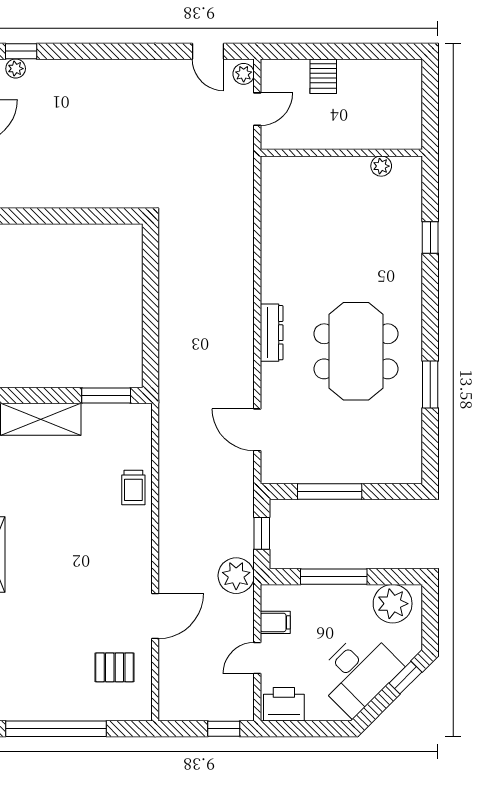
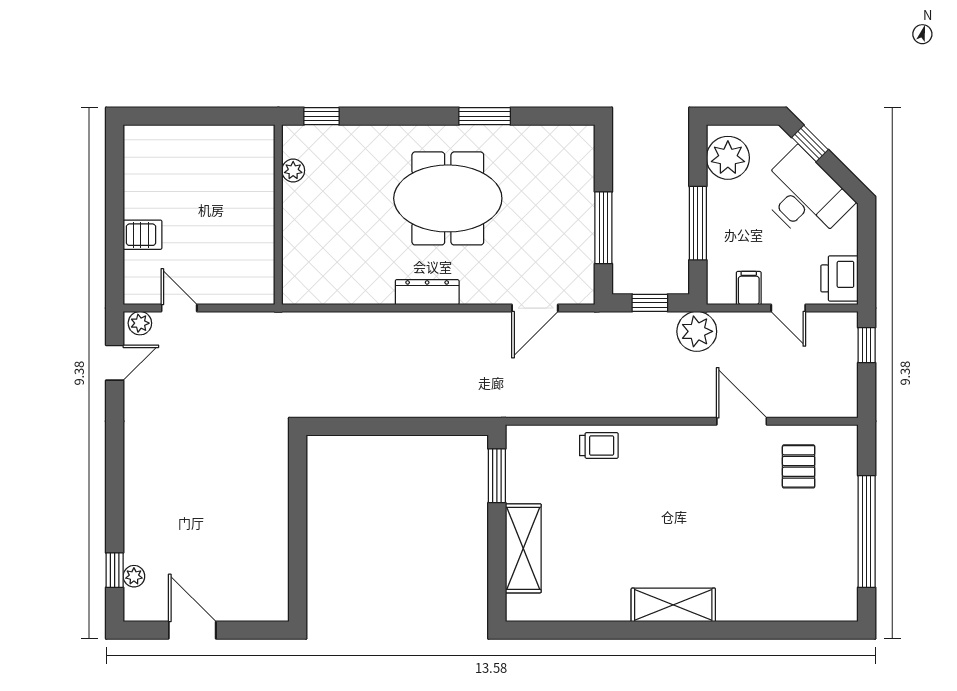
wall: (341, 153) -> (278, 215), moved
plant: (381, 166) -> (293, 170), moved

